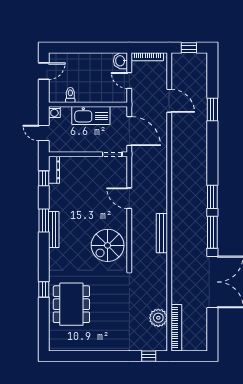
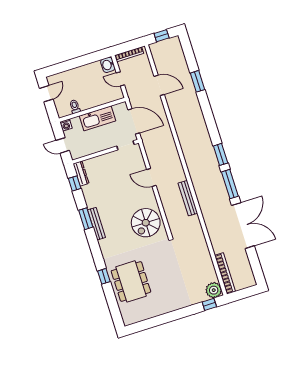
plant: (158, 318) -> (214, 290), moved

